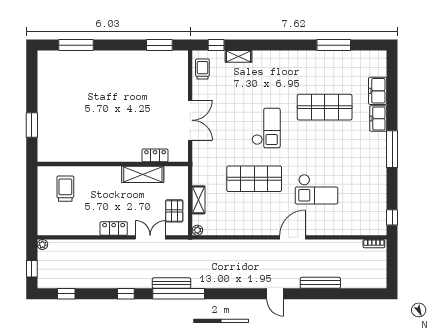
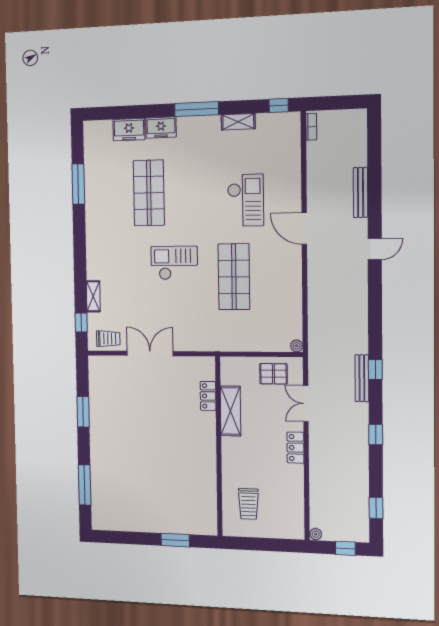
window: (159, 45) -> (83, 412), moved
trolley: (202, 69) -> (108, 339), turned 180
double door: (190, 120) -> (150, 353), moved
trolley: (65, 189) -> (248, 504), turned -90
shelving: (198, 200) -> (238, 122), moved
window: (179, 294) -> (375, 370), width x0.32

